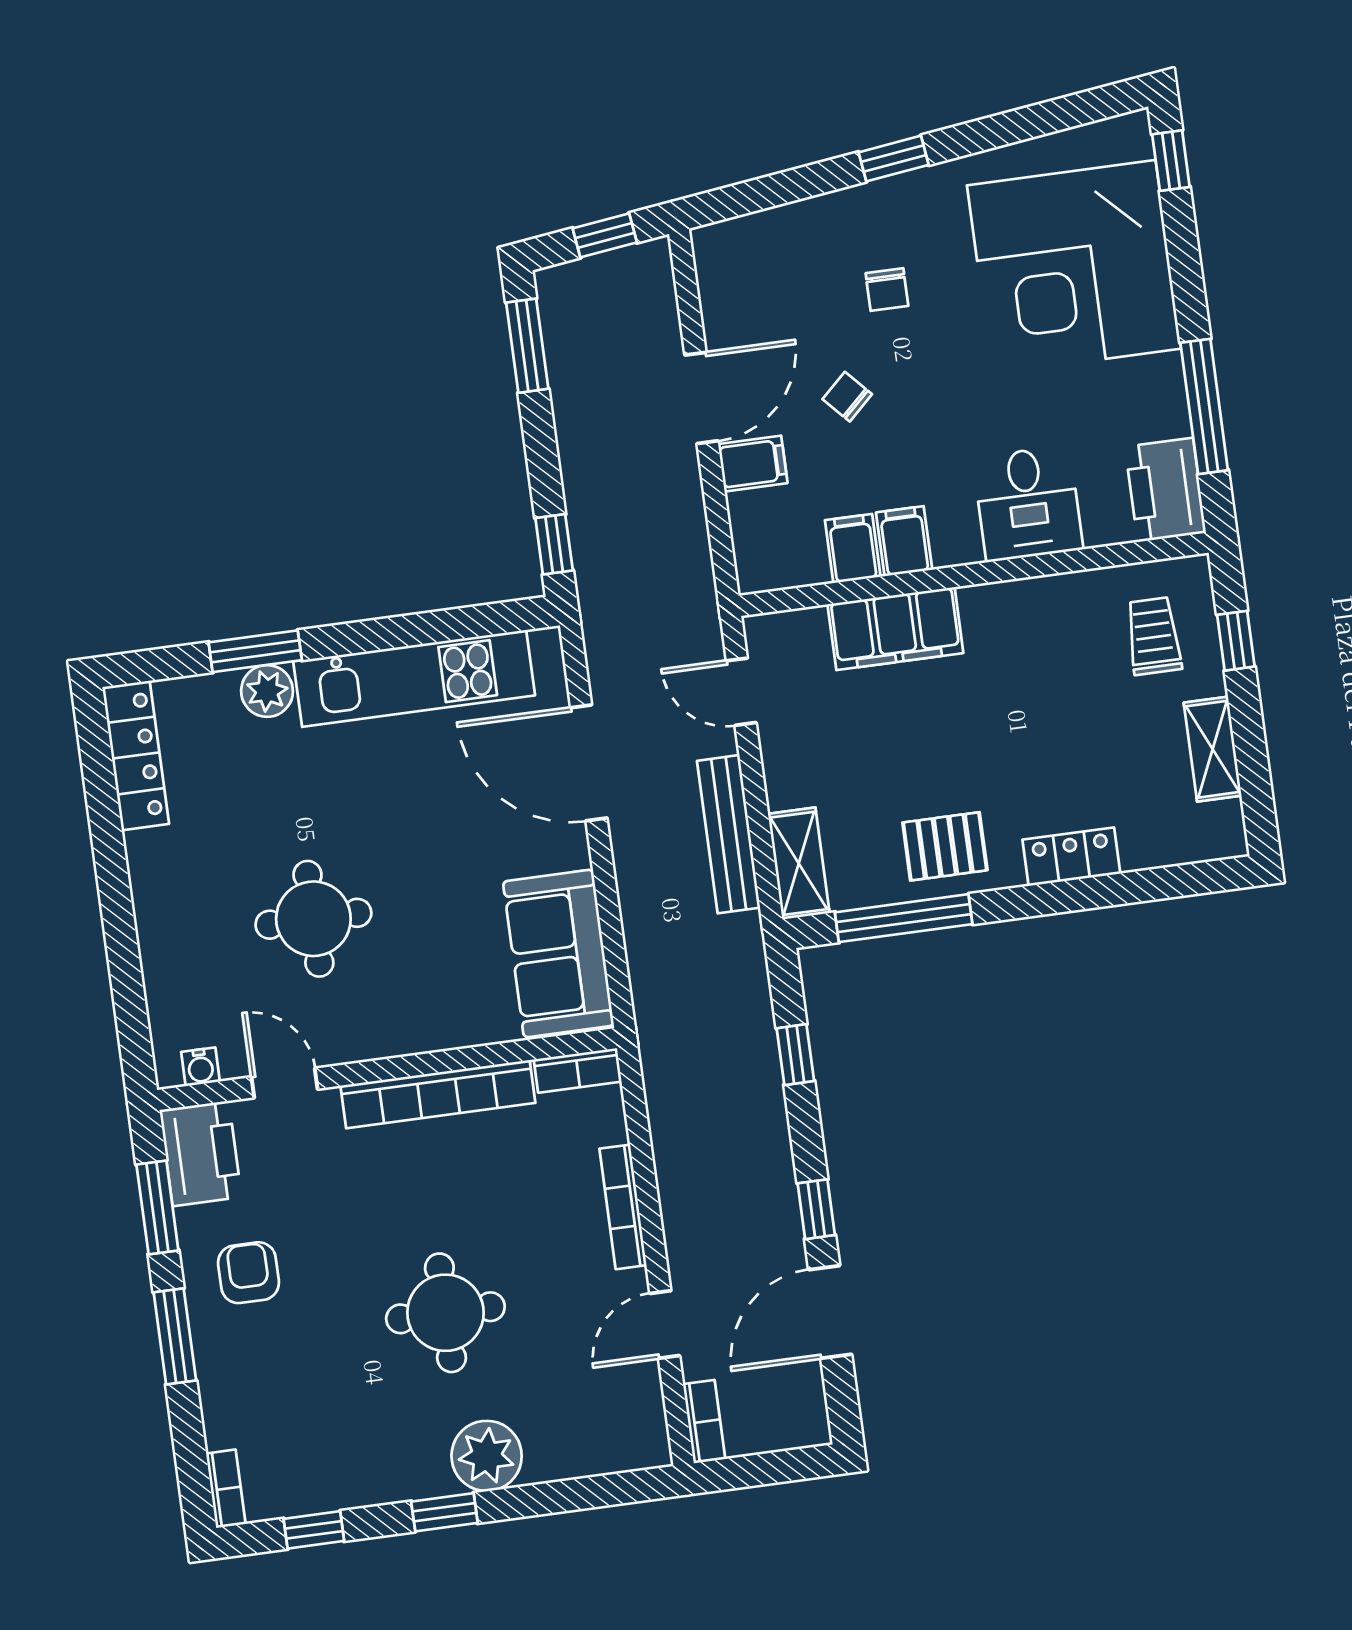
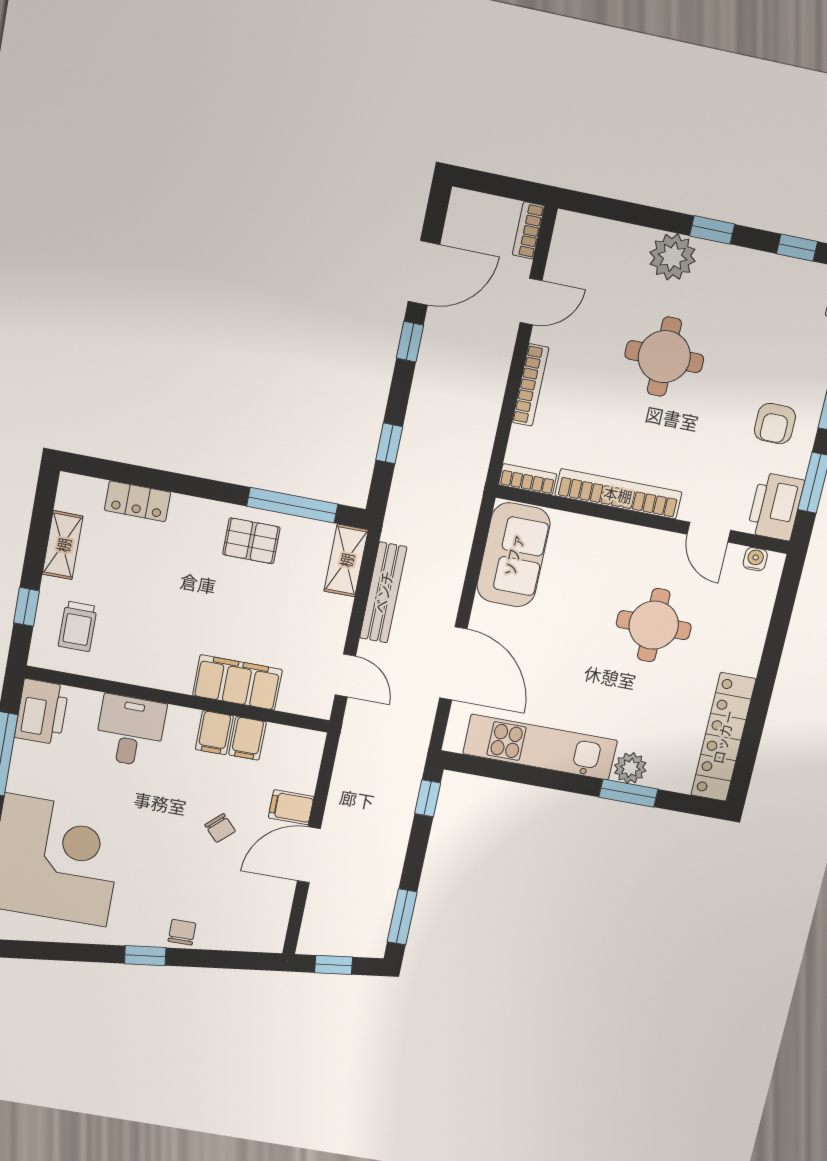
chair: (887, 289) -> (182, 932), moved
locker: (136, 756) -> (723, 737), width x1.41, depth x1.21
locker: (1071, 857) -> (138, 501), moved

